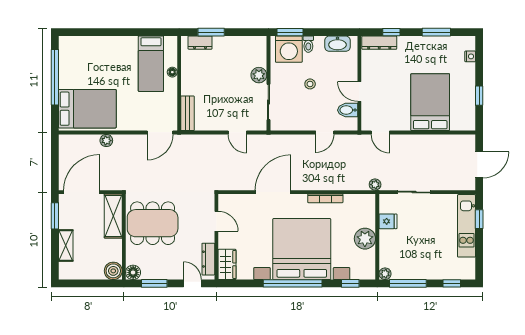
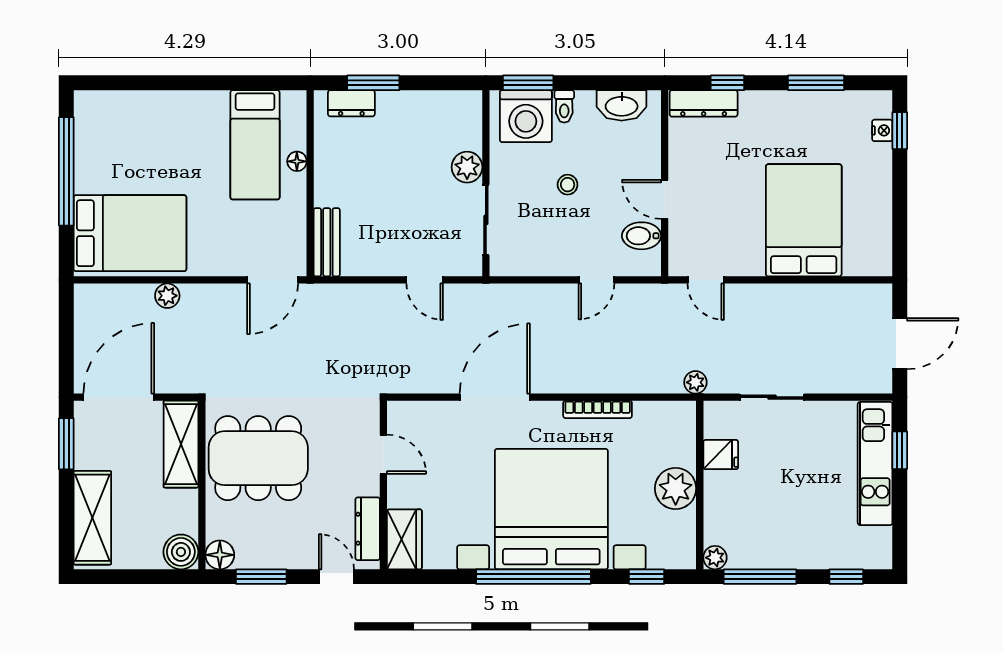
window: (479, 96) -> (900, 131), moved
shelving: (66, 246) -> (92, 518), width x1.50, depth x1.33

